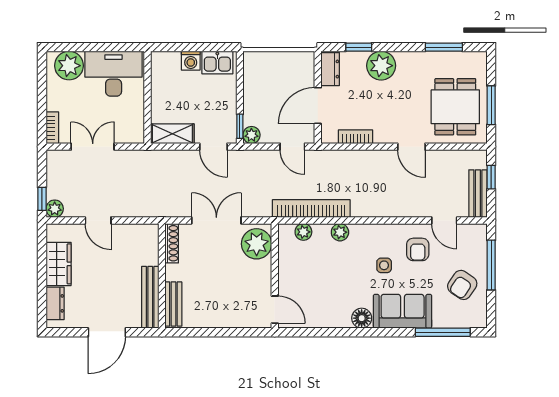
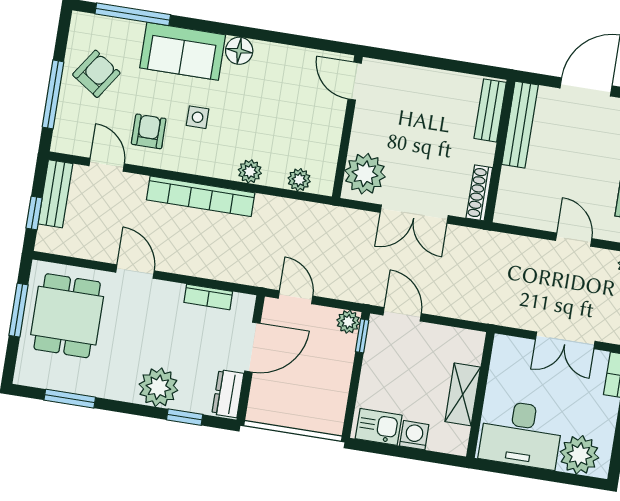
shelving: (172, 134) -> (463, 394), moved, turned 90
bookcase: (311, 209) -> (201, 196), moved

